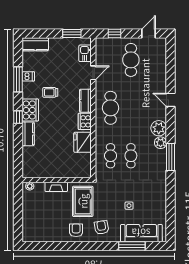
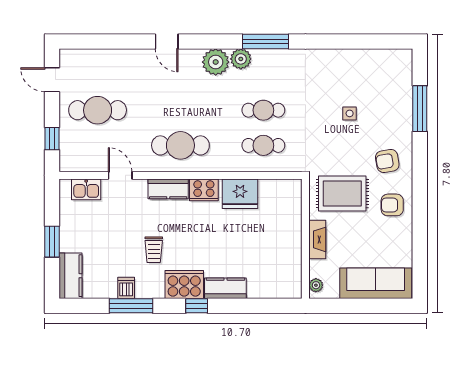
window: (72, 34) -> (52, 242), moved
door: (171, 100) -> (167, 41), hinge flipped
sofa: (141, 233) -> (376, 283), moved, turned 90

